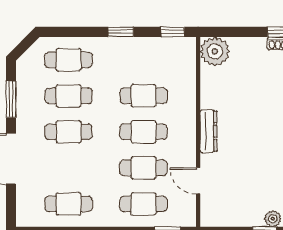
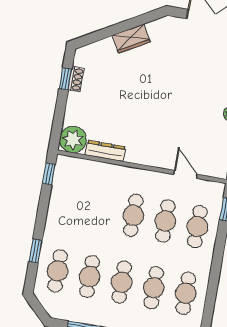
window: (121, 32) -> (35, 251), moved
cafe table: (144, 96) -> (154, 288), moved
dresser: (208, 131) -> (105, 151), moved
door: (198, 181) -> (185, 174), swing flipped

